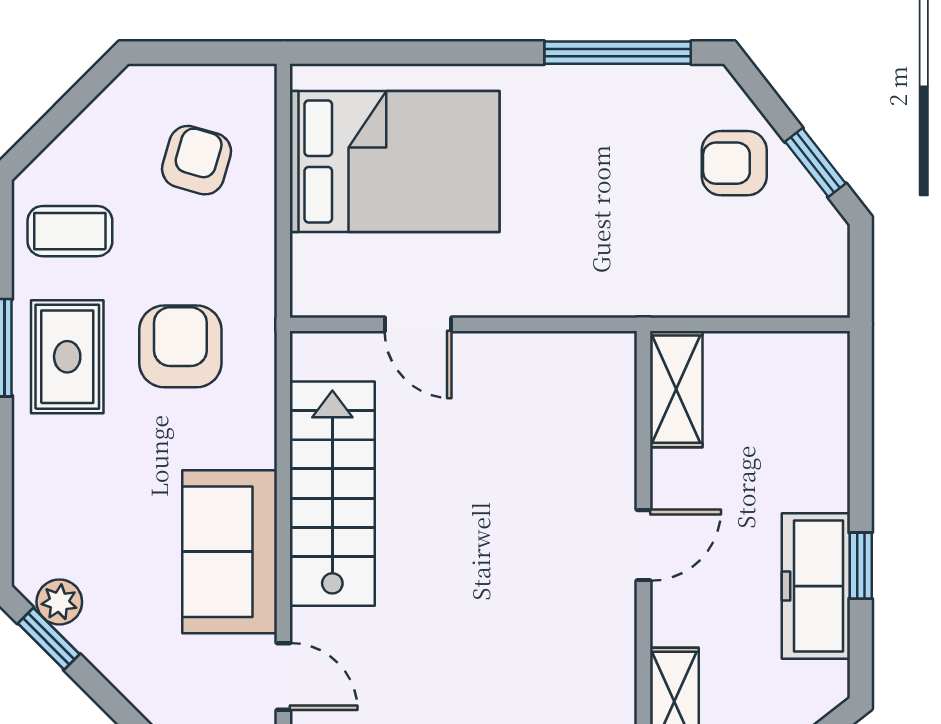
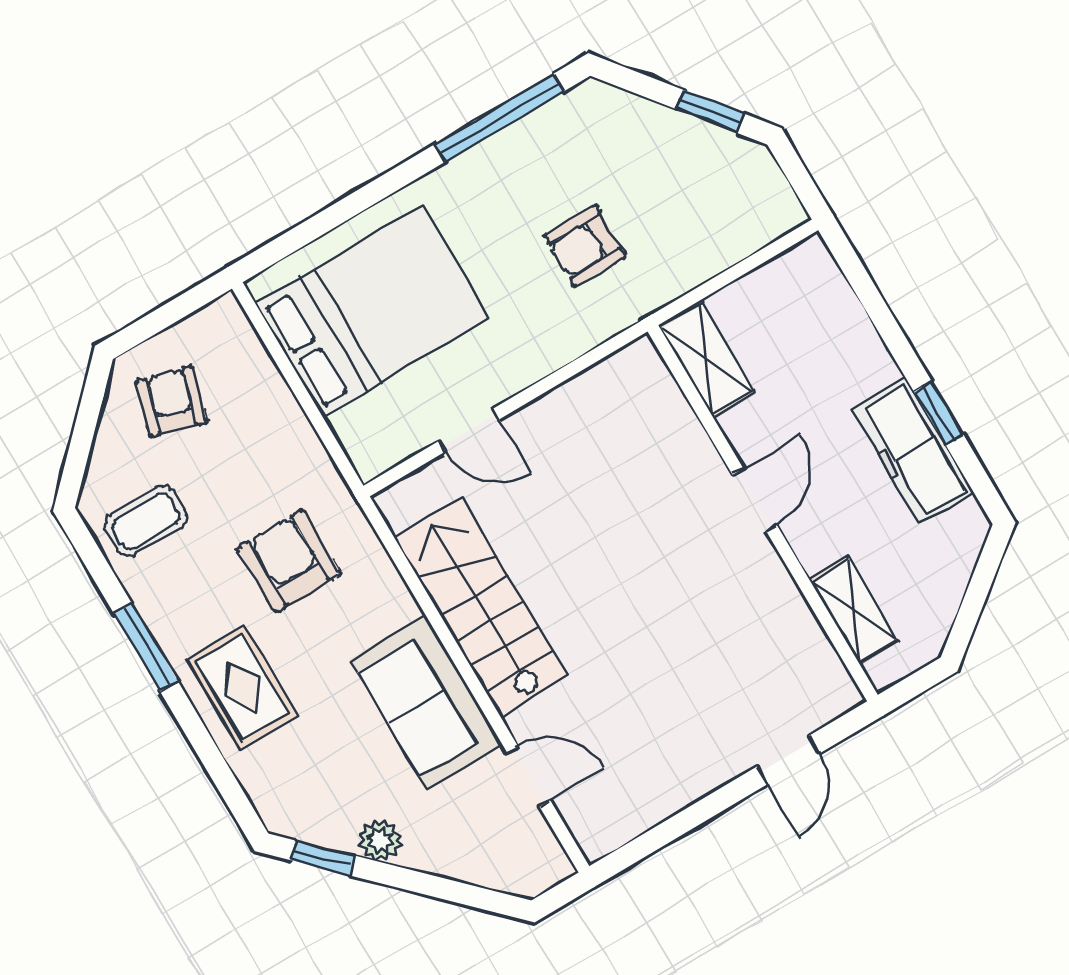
armchair: (197, 160) -> (171, 402), moved
armchair: (734, 163) -> (585, 246), moved
rug: (67, 357) -> (242, 687), moved
plant: (59, 602) -> (380, 840), moved

